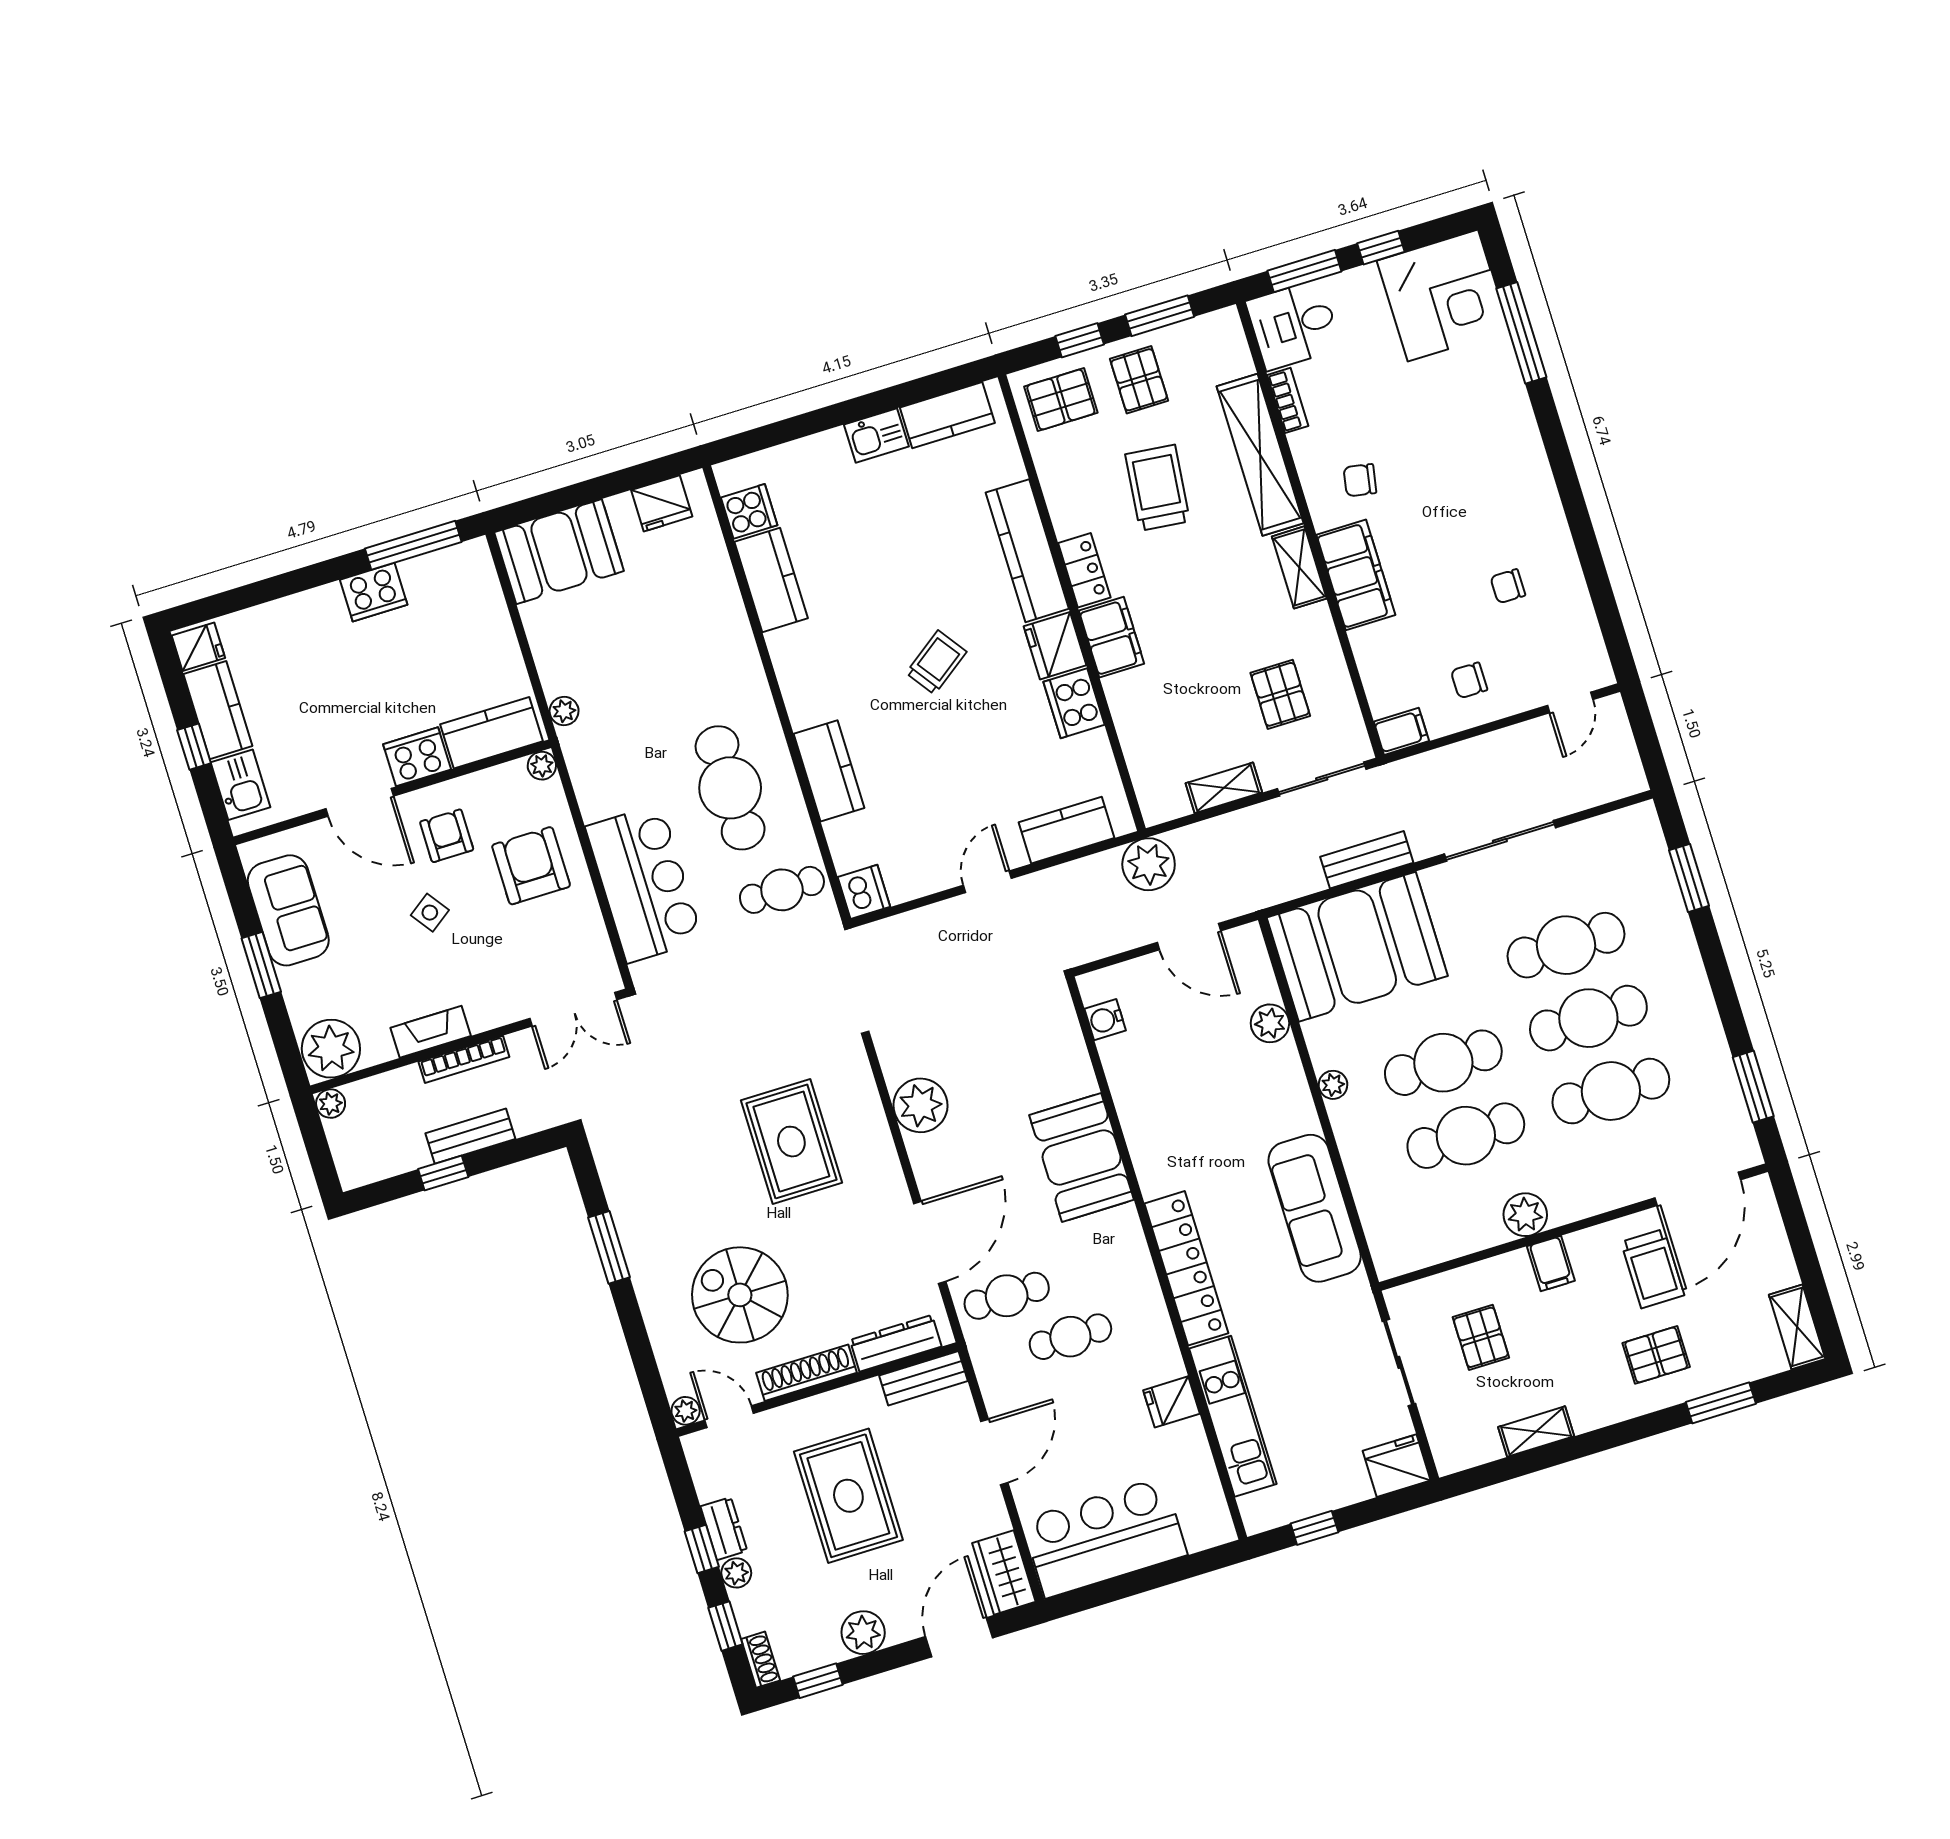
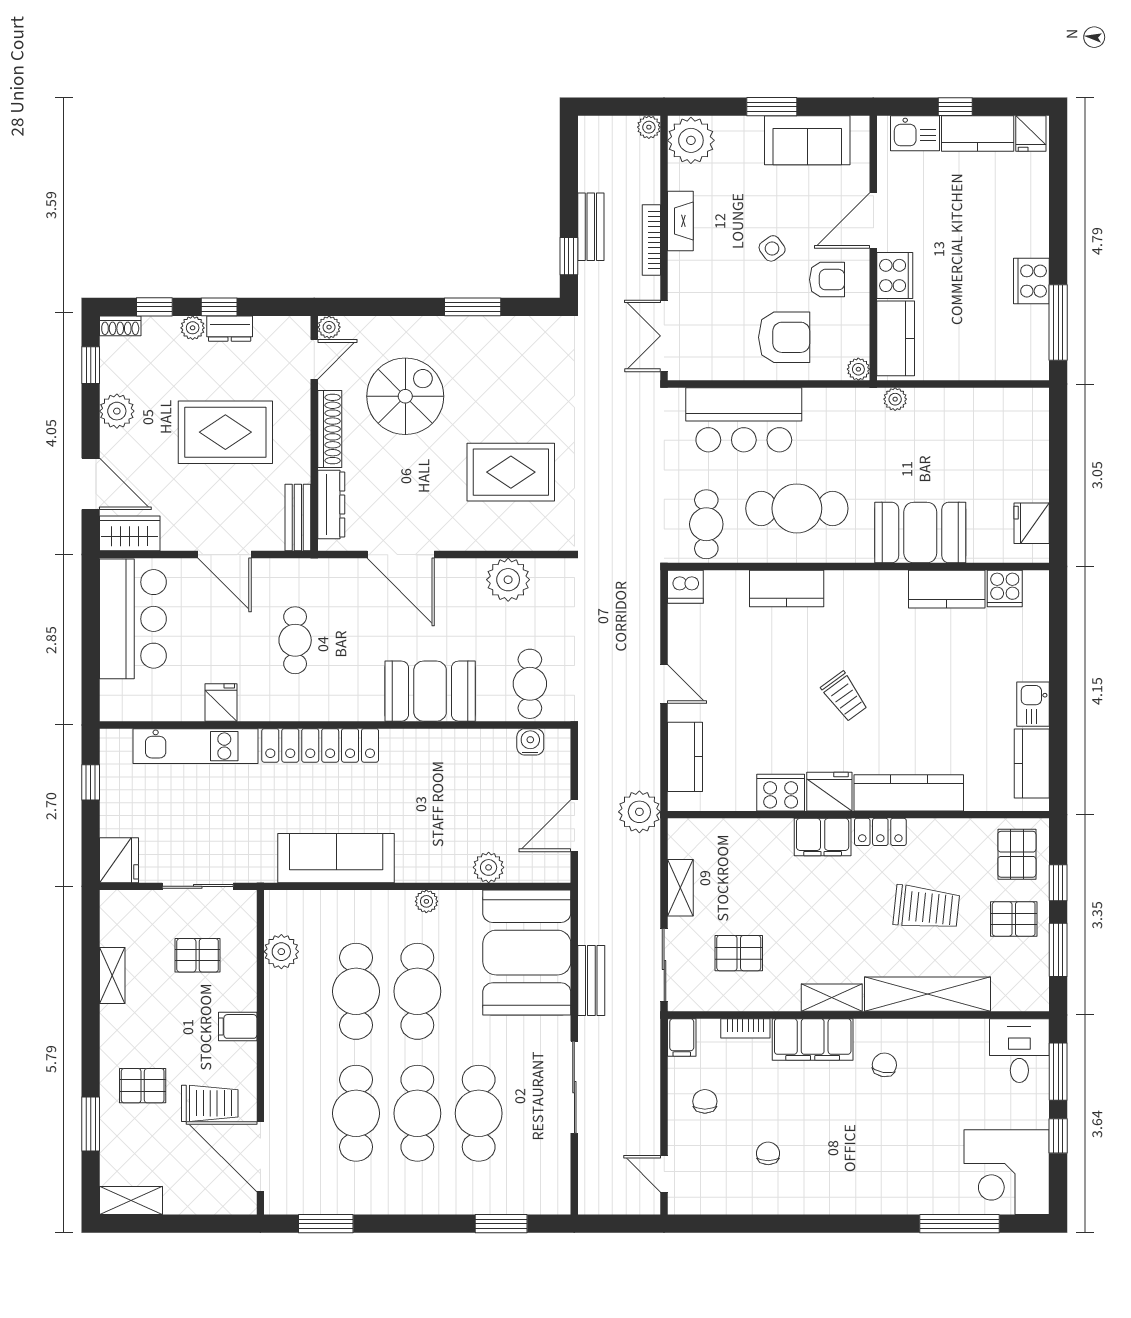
bookcase: (1288, 400) -> (745, 1028), moved
booth: (559, 552) -> (920, 533), moved, turned 90
window: (443, 1173) -> (569, 256), moved
plant: (1525, 1215) -> (281, 952), moved
trolley: (1653, 1269) -> (210, 1103), turned 180
cafe table: (1007, 1296) -> (530, 684), moved
pallet: (1656, 1355) -> (143, 1086), turned 90

